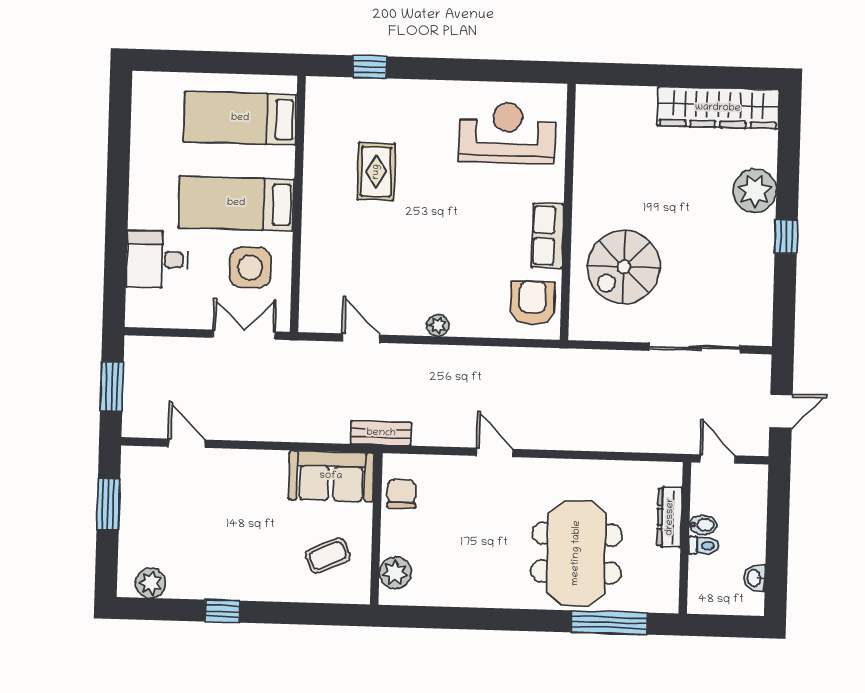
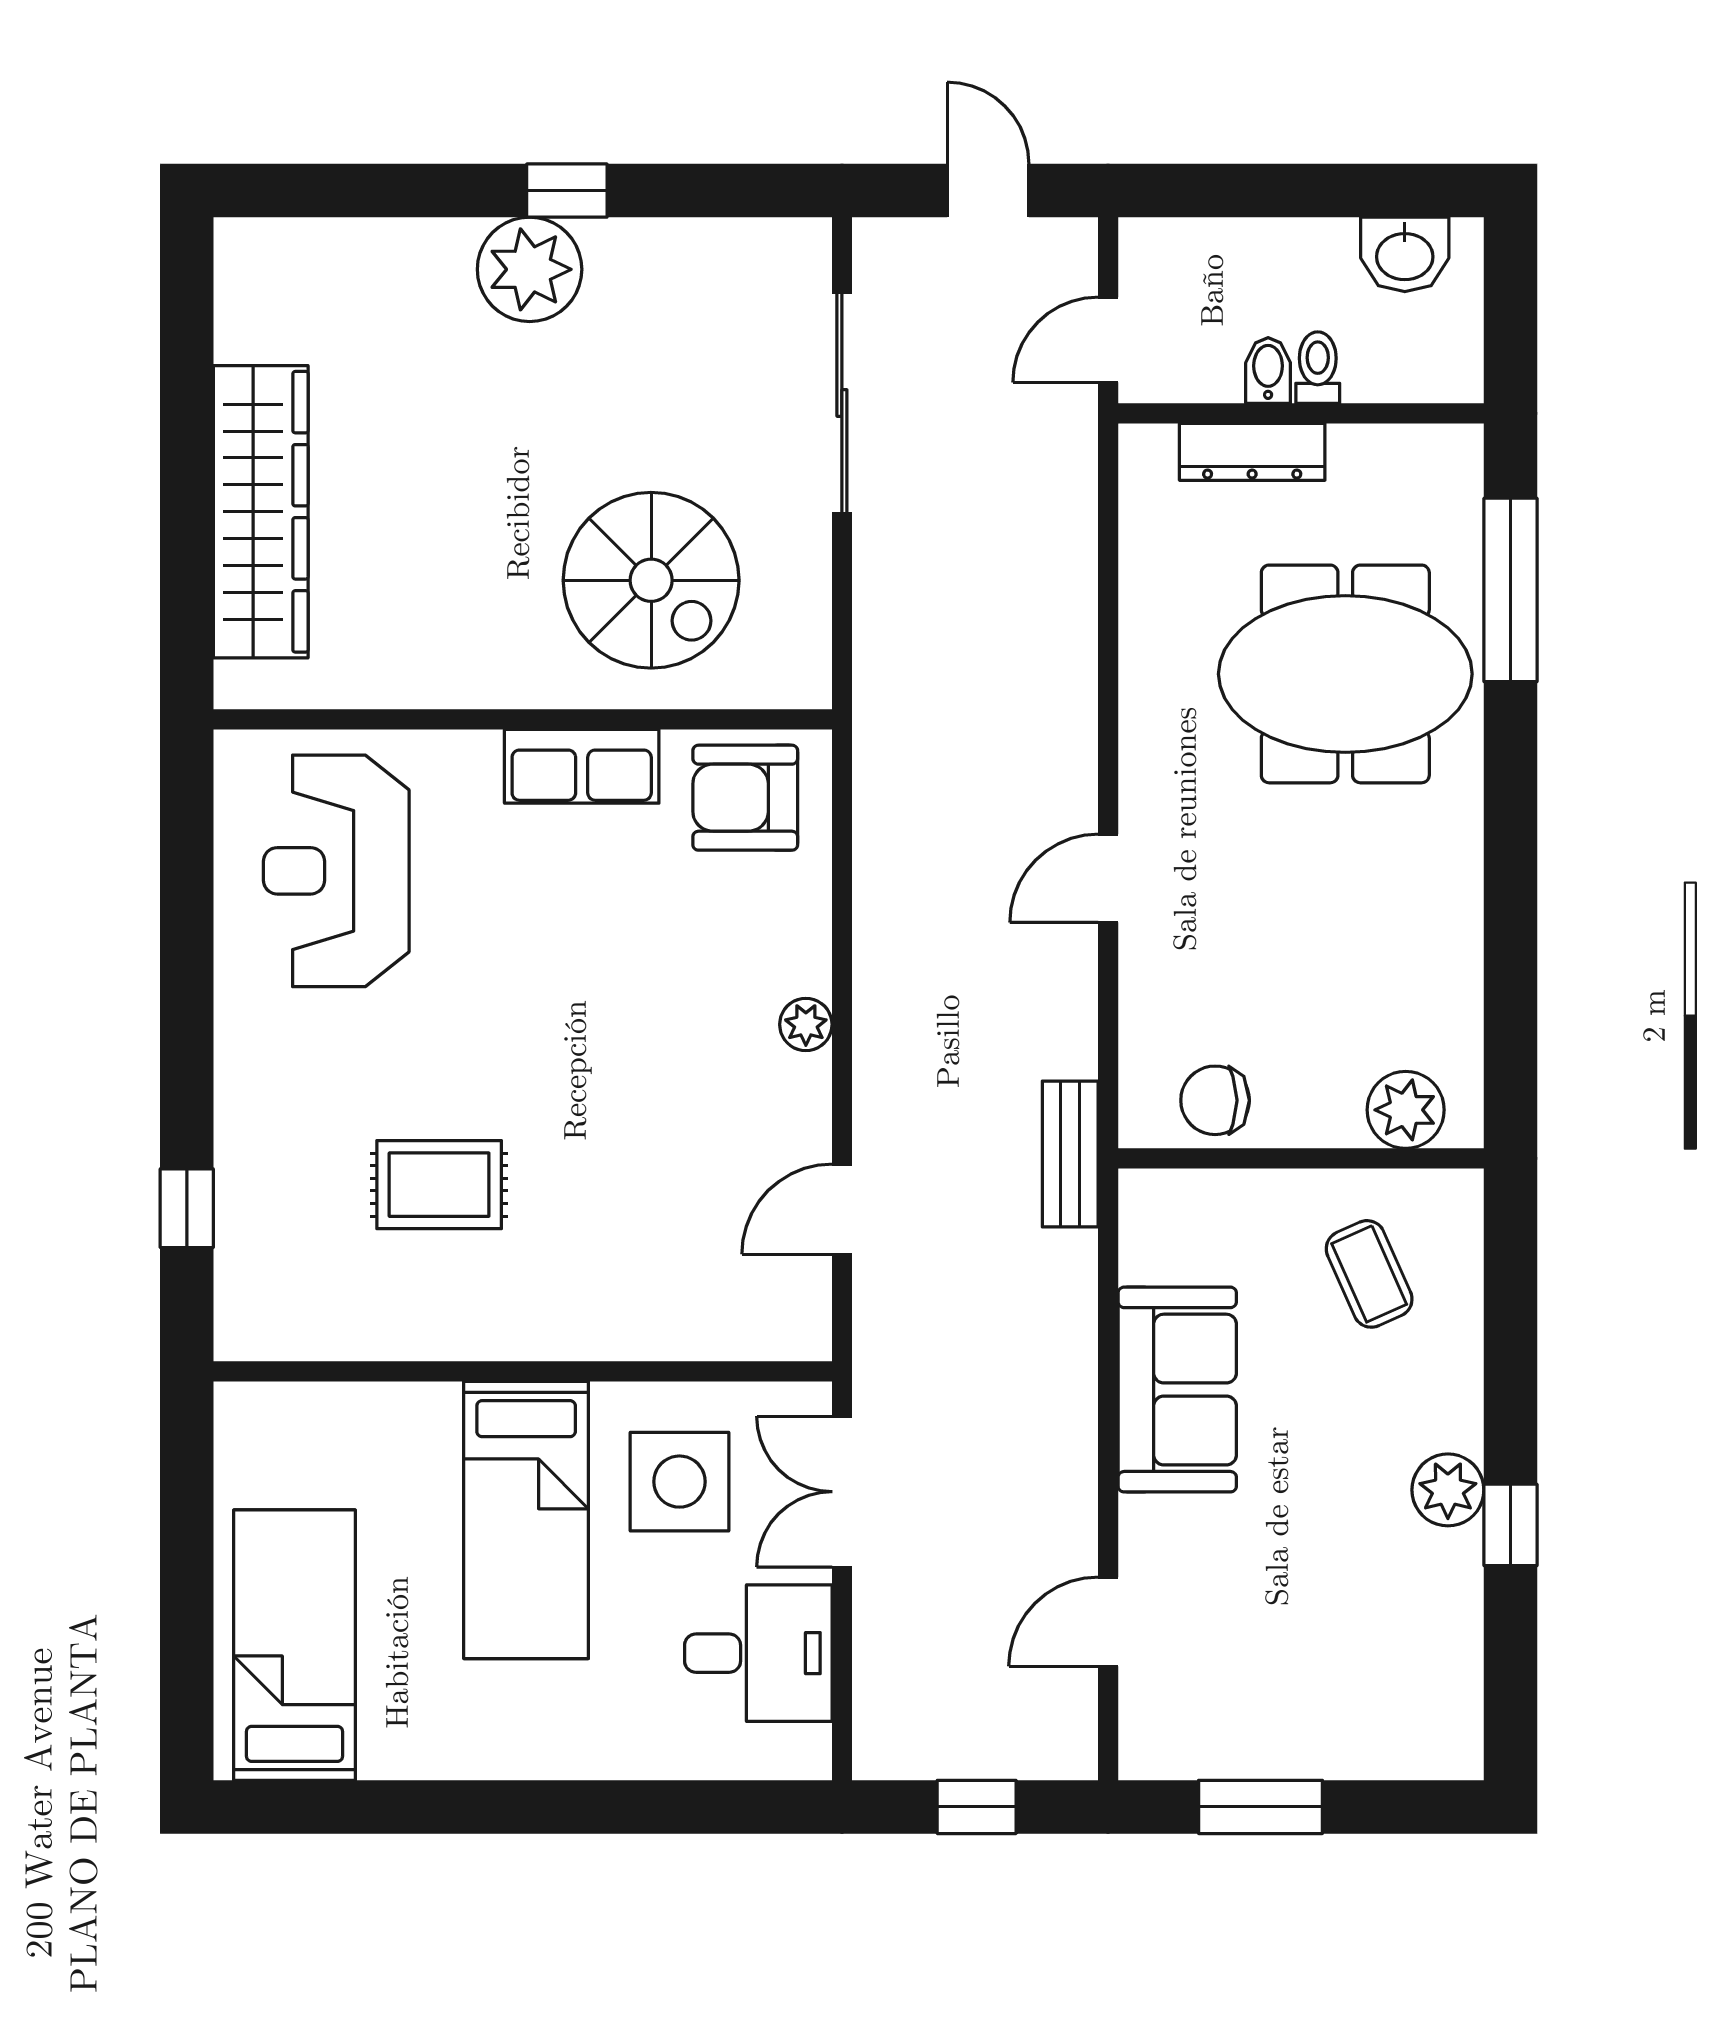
wardrobe: (718, 108) -> (261, 512), moved
bed: (240, 118) -> (295, 1645), moved, turned 180
plant: (755, 191) -> (530, 269), moved
desk: (157, 259) -> (758, 1653), moved, turned -90
window: (112, 386) -> (977, 1807), width x0.67
sofa: (331, 476) -> (1177, 1390), moved
washbasin: (754, 578) -> (1405, 254), width x1.38, depth x1.45
plant: (150, 583) -> (1448, 1490), moved

